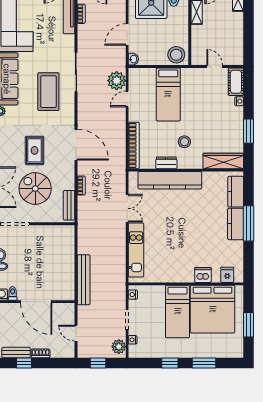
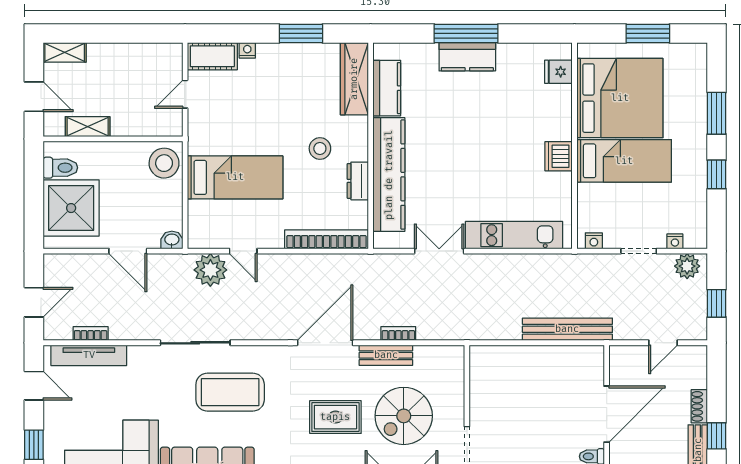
kitchen counter: (236, 192) -> (387, 88), moved, turned -90
bench: (69, 205) -> (386, 355), moved
dishwasher: (203, 275) -> (559, 156), moved

